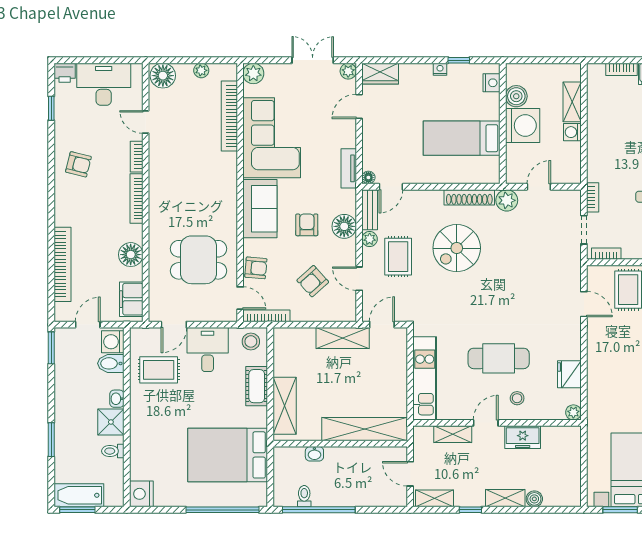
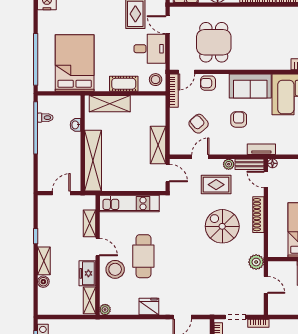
tv unit: (349, 168) -> (261, 149), moved
shoe rack: (469, 197) -> (258, 215), moved
armchair: (307, 225) -> (239, 119), turned -90
floor lamp: (344, 226) -> (238, 146), removed
armchair: (256, 268) -> (208, 83), turned 85
fridge: (569, 374) -> (149, 307), moved
stool: (517, 398) -> (115, 269), width x1.89, depth x1.89
shelving: (434, 498) -> (89, 300), moved

